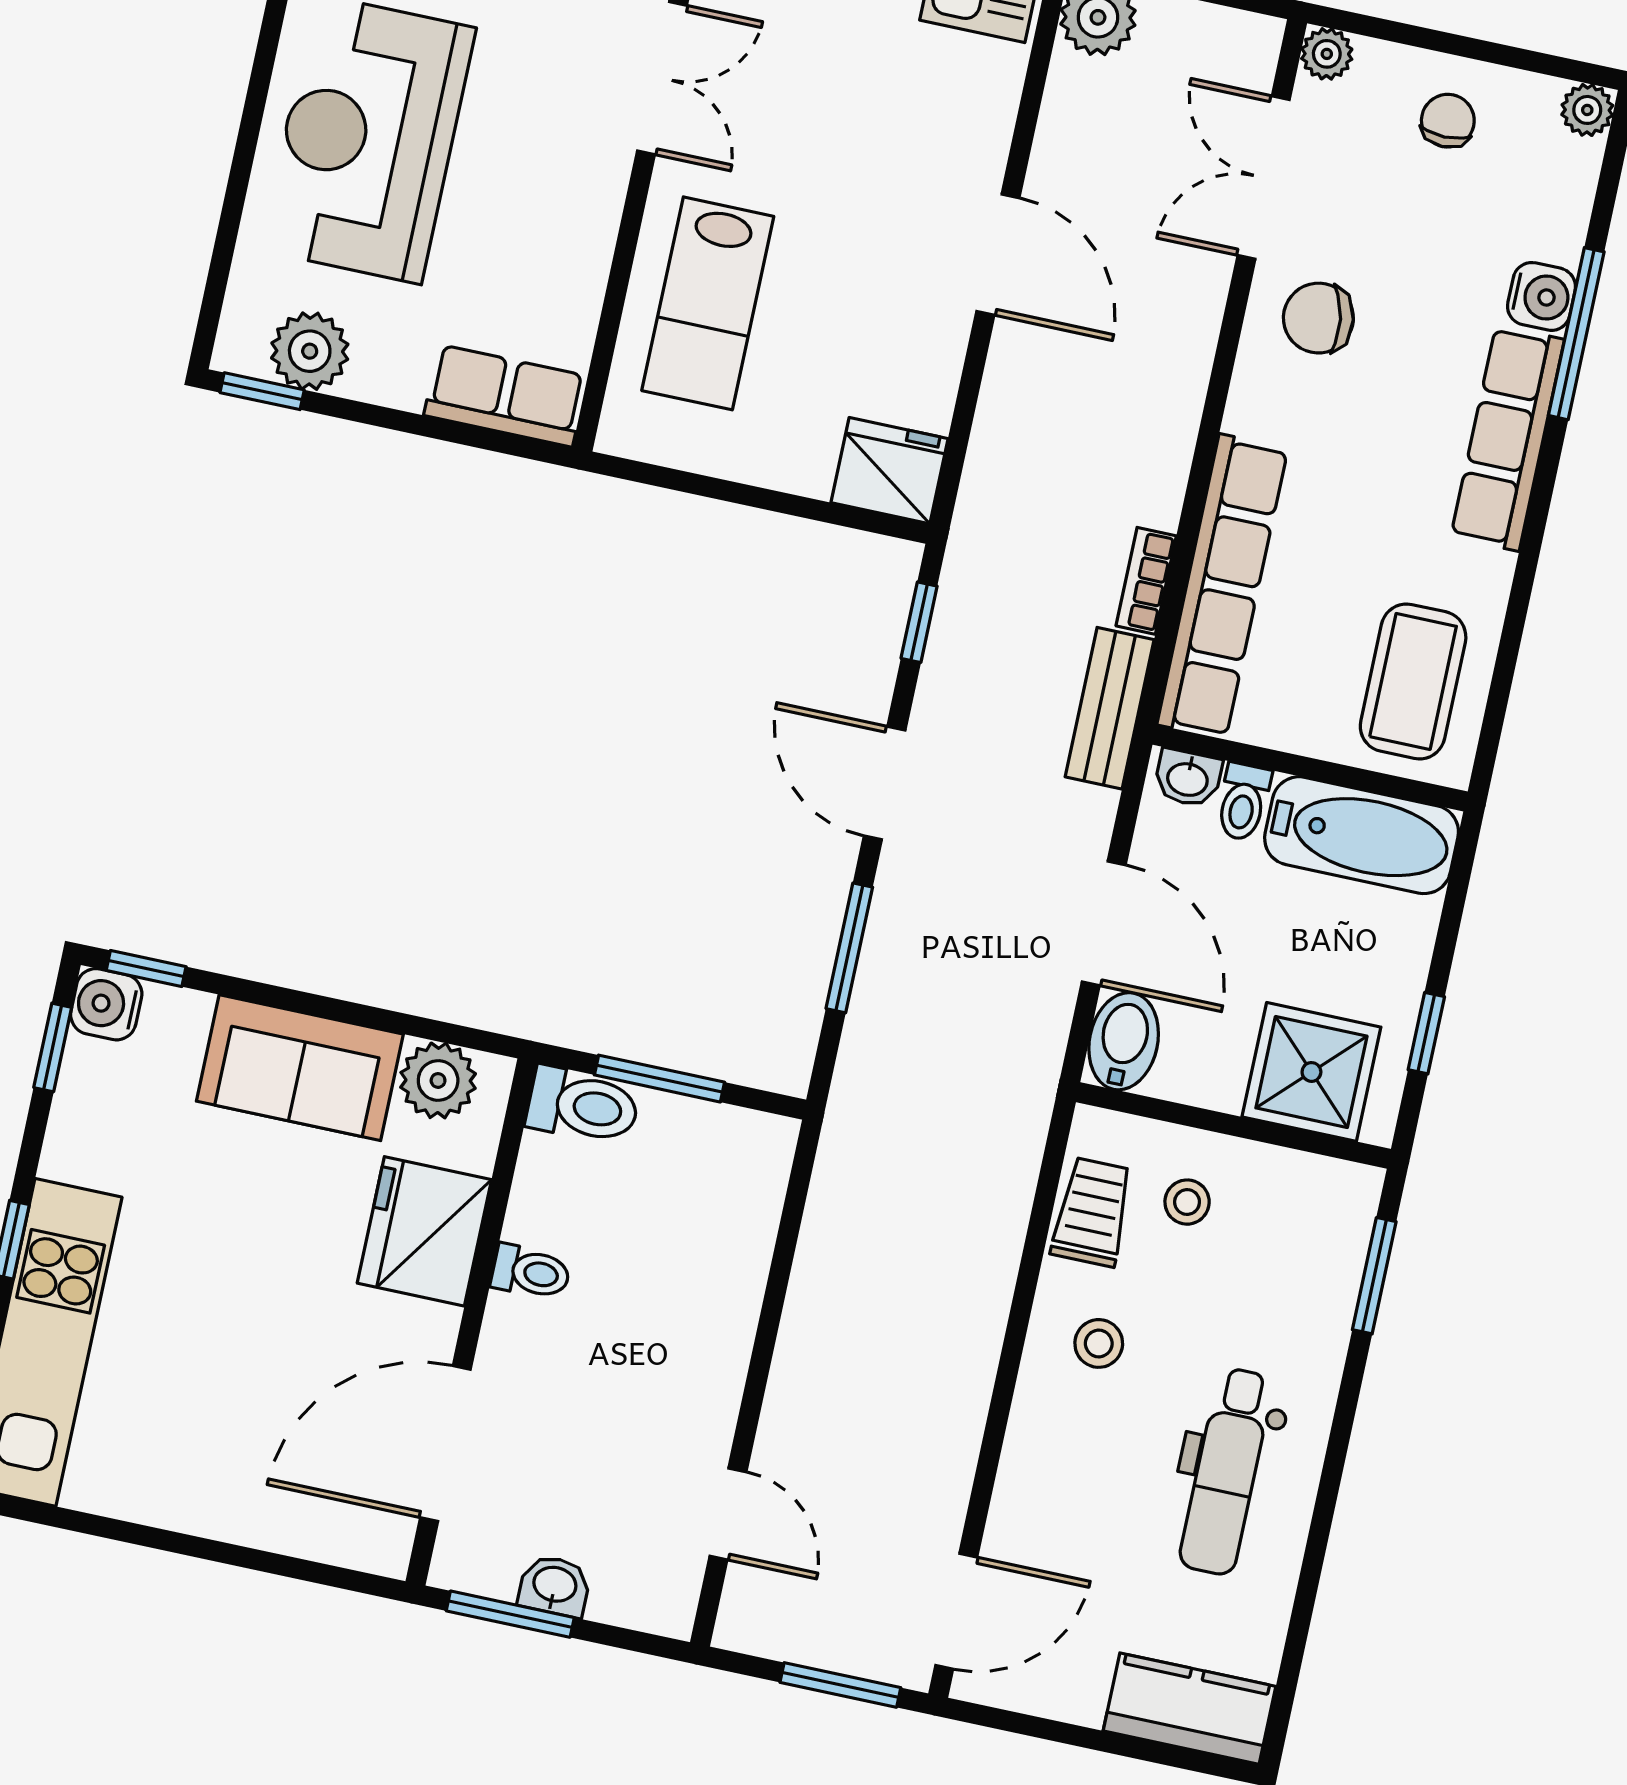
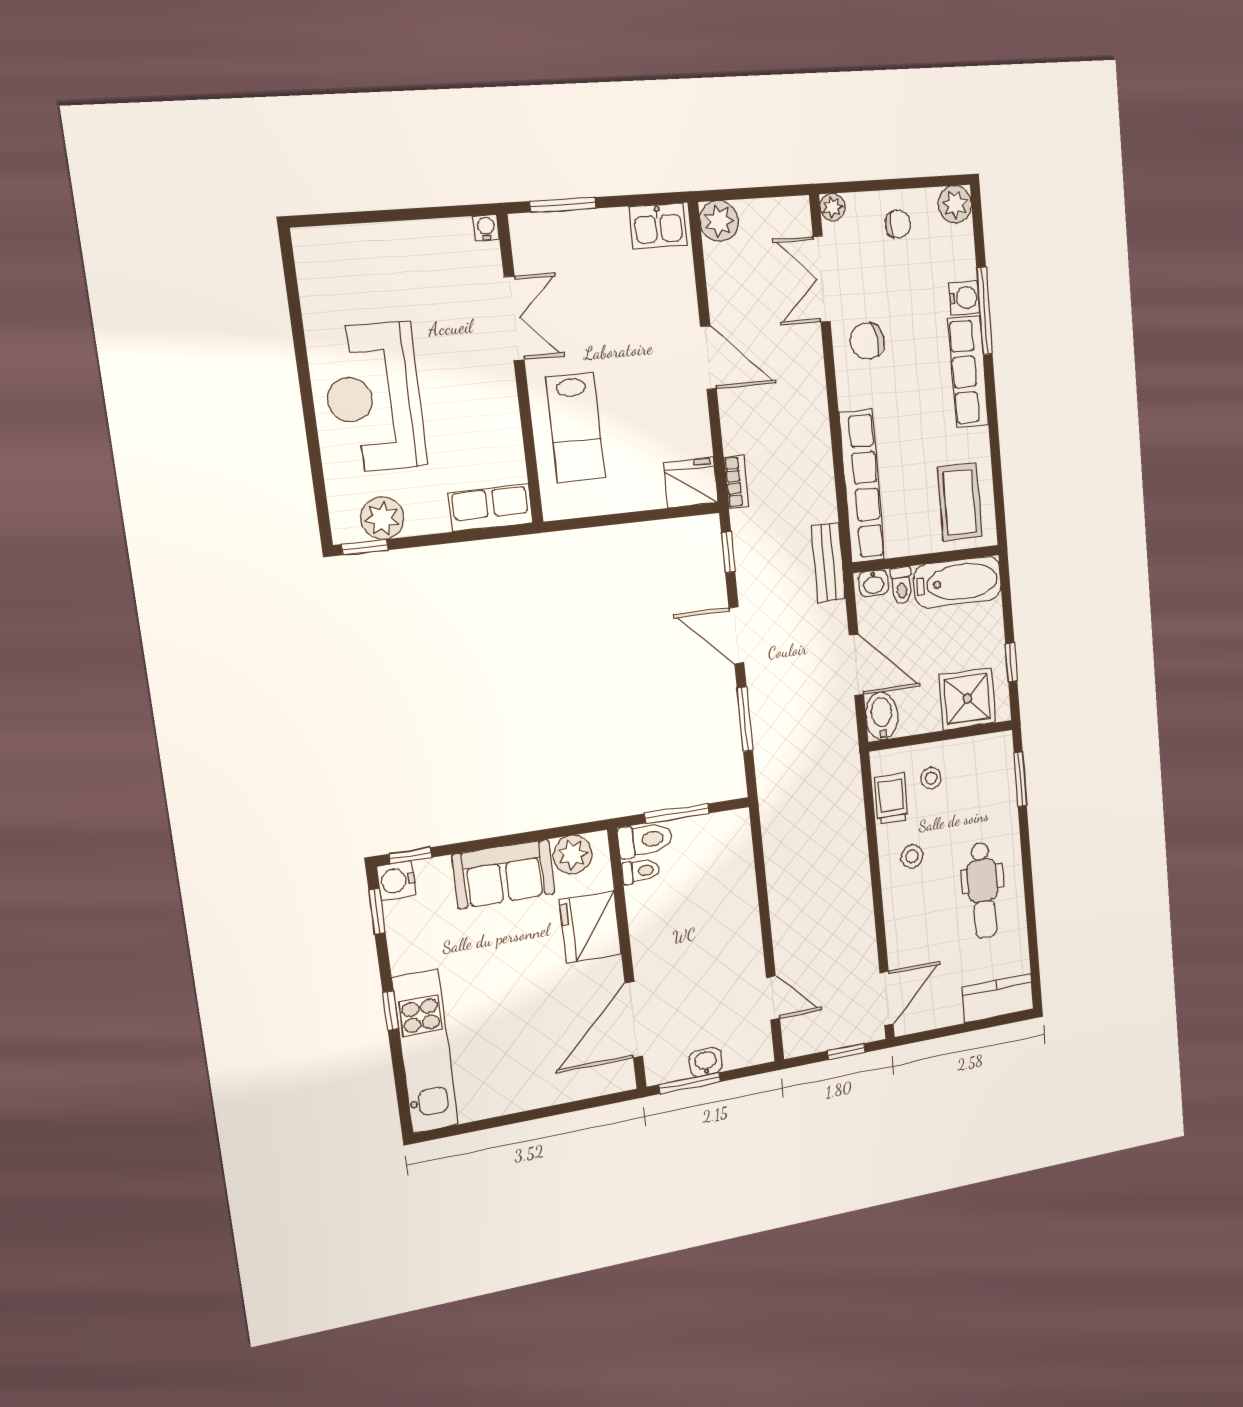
plant: (1587, 110) -> (955, 204), width x1.38, depth x1.38
chair: (1448, 121) -> (898, 224), turned 90
bookcase: (1146, 581) -> (736, 482), moved, turned 180
toilet: (531, 1272) -> (641, 871), moved
window: (840, 1685) -> (847, 1052), width x0.67

